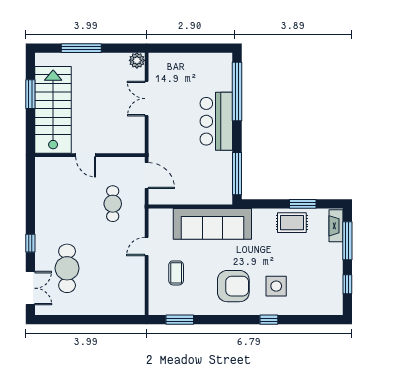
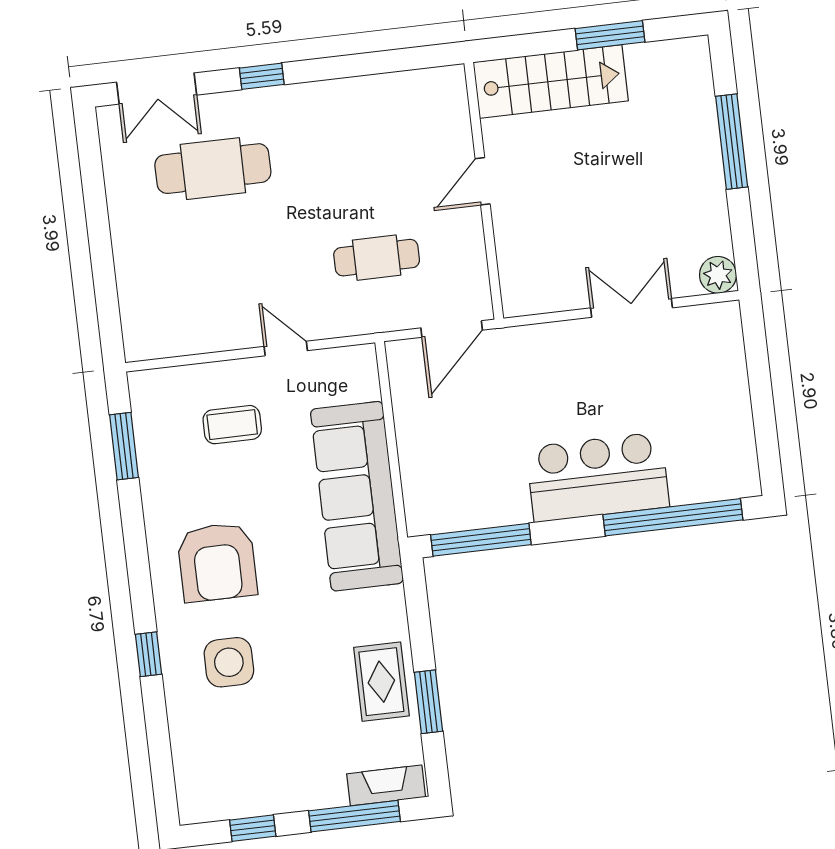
stairs: (53, 110) -> (551, 81), width x0.73, depth x0.66

